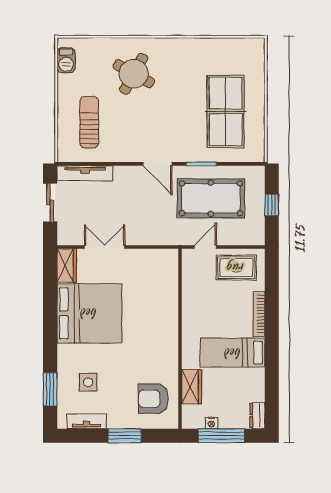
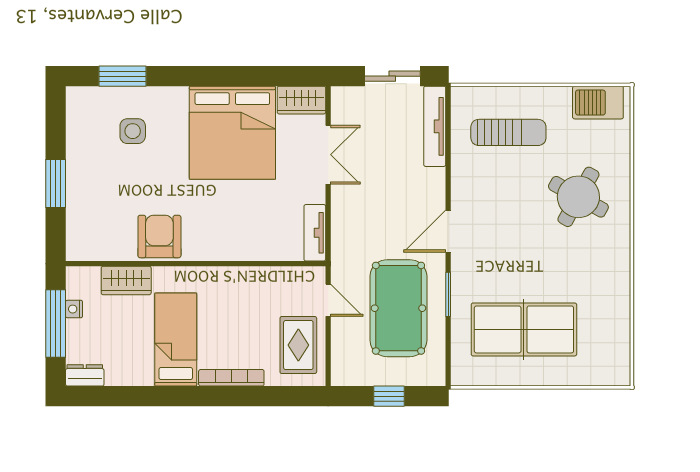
barbecue: (66, 60) -> (598, 103), width x1.38, depth x1.27
armchair: (153, 399) -> (159, 236), moved
tv unit: (86, 421) -> (315, 233), moved, turned 180

